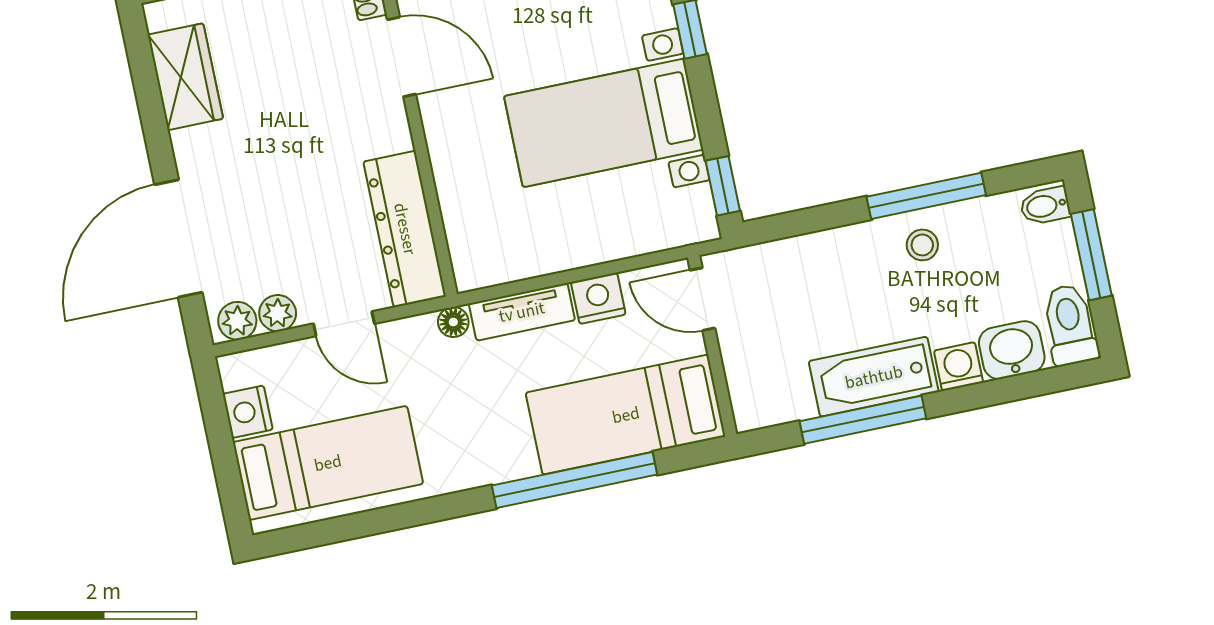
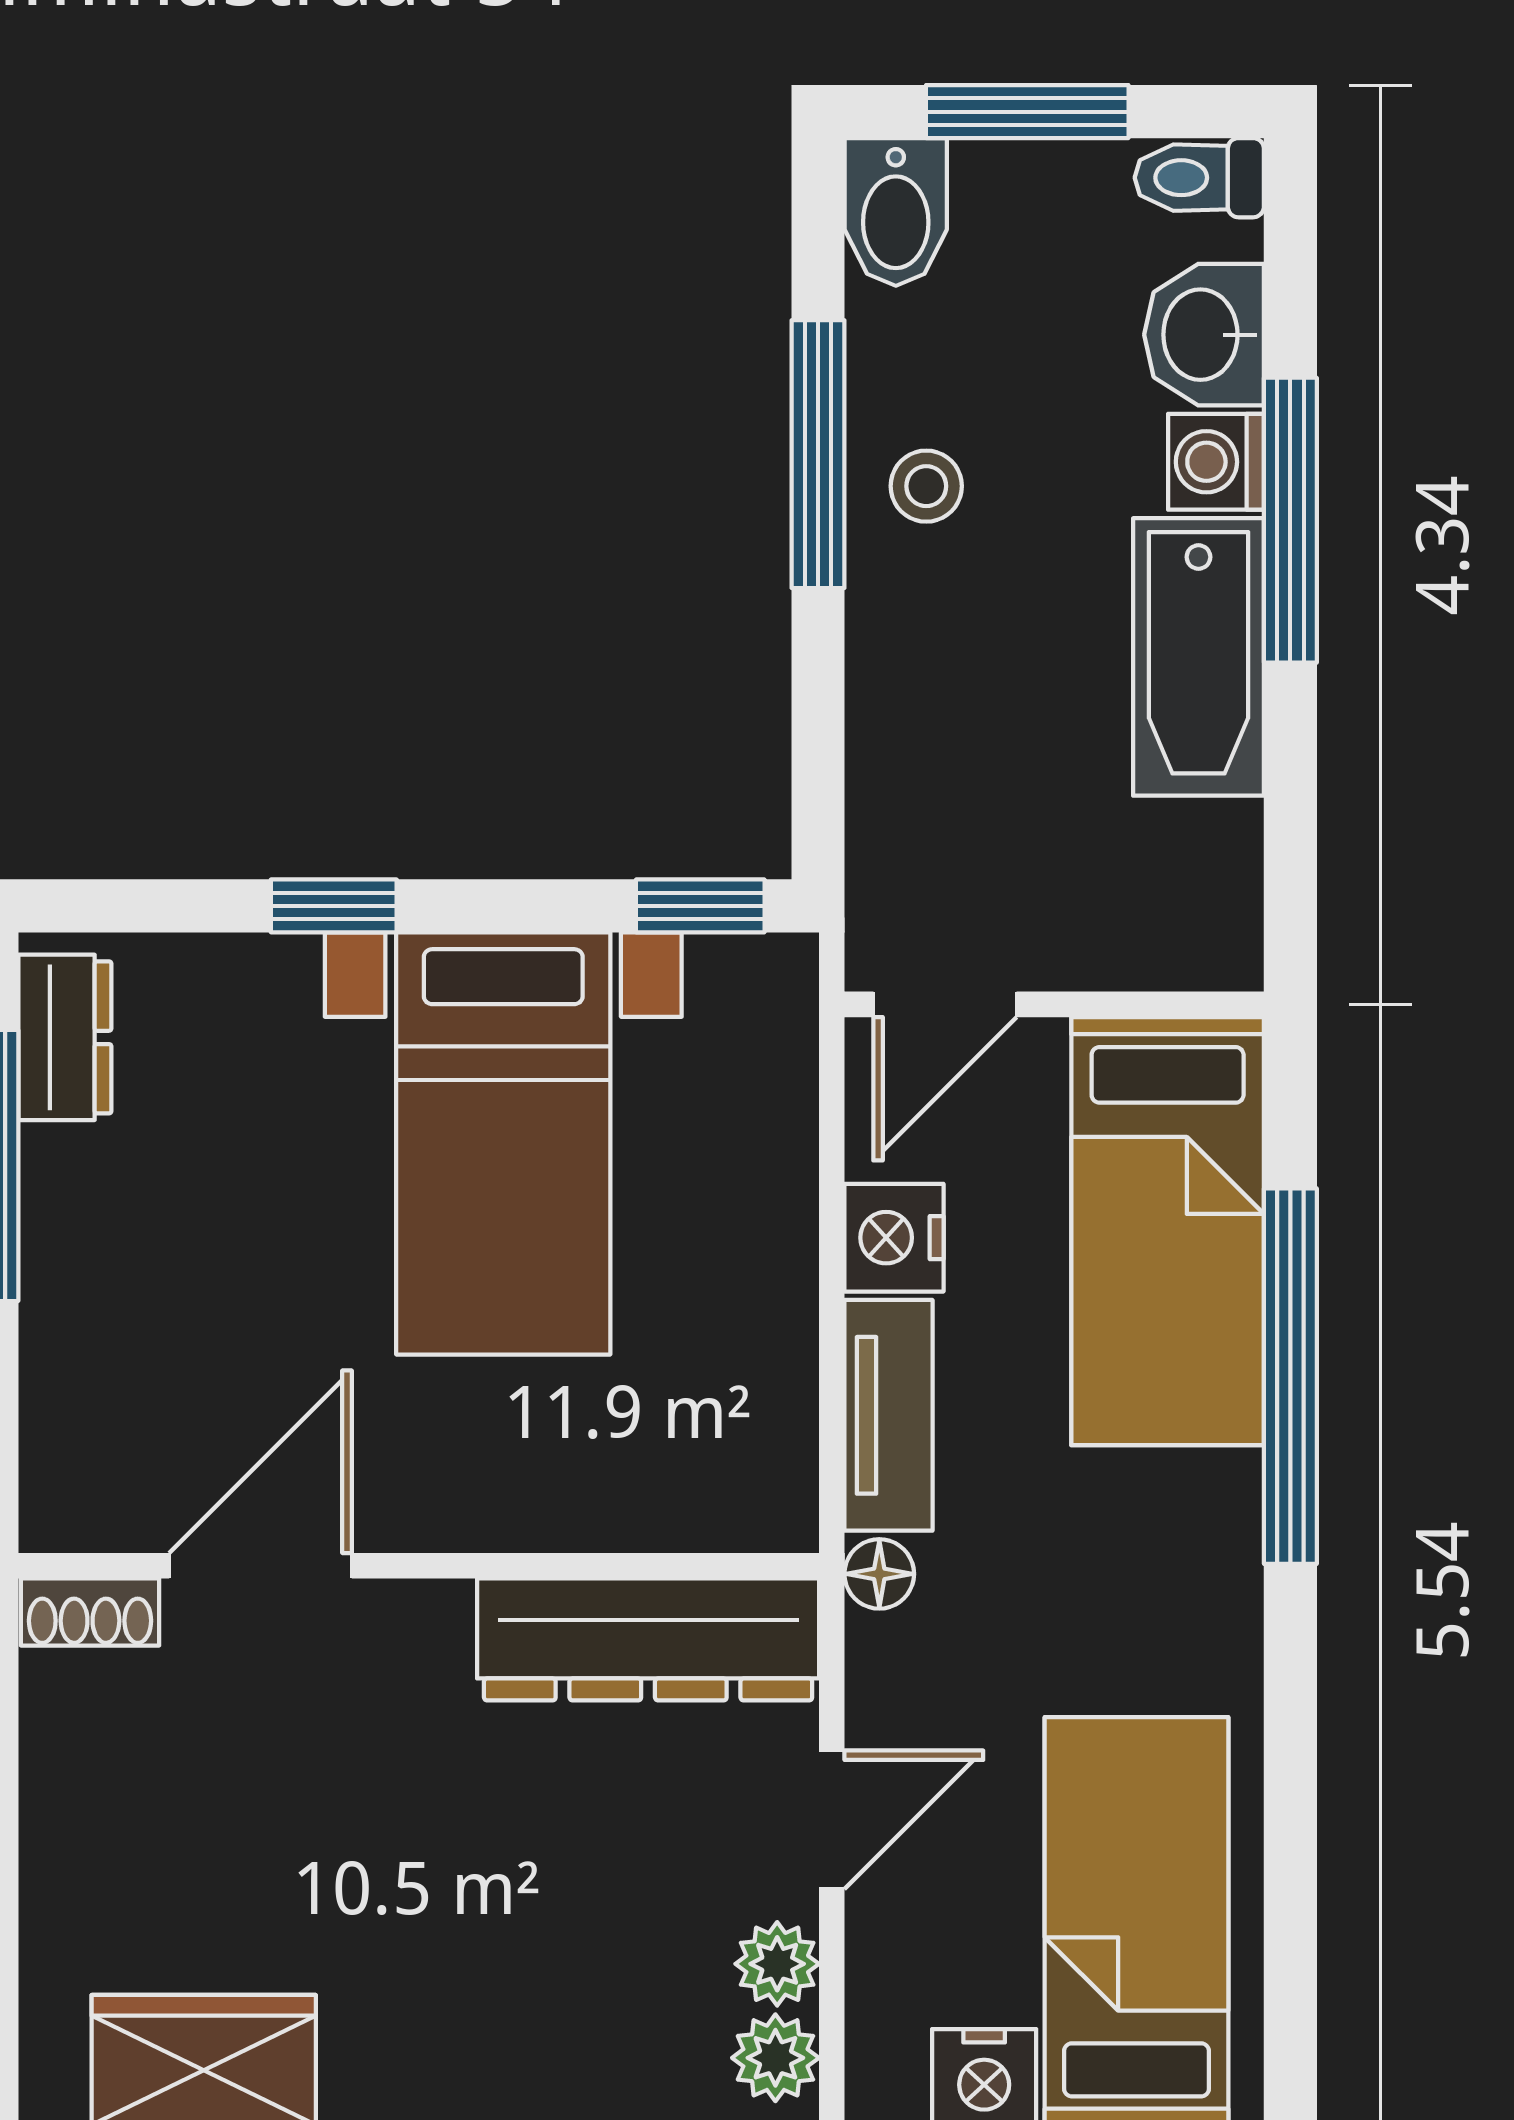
bidet: (1045, 206) -> (896, 212), width x1.38, depth x1.36
toilet: (1070, 325) -> (1199, 178), width x0.73, depth x0.72
window: (863, 420) -> (1290, 520), moved

